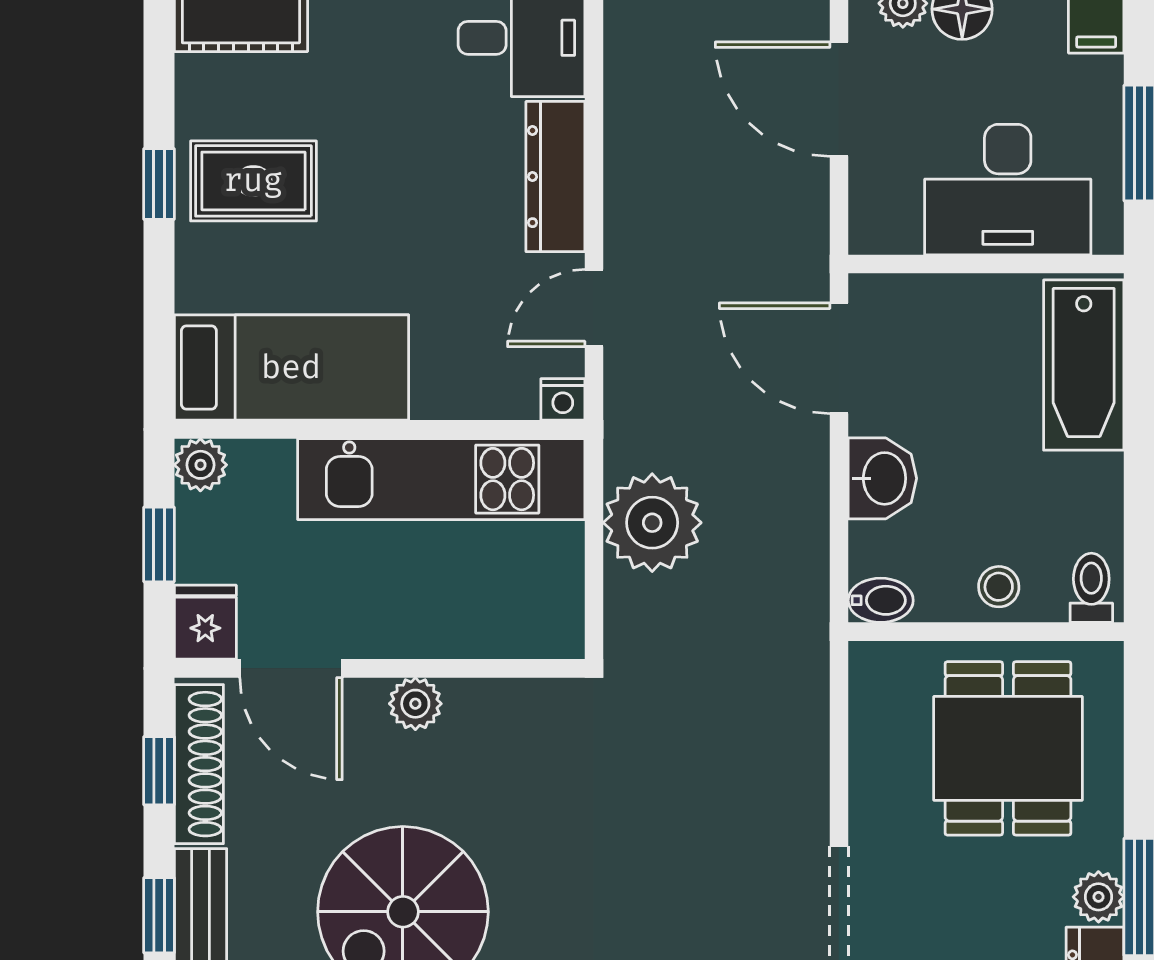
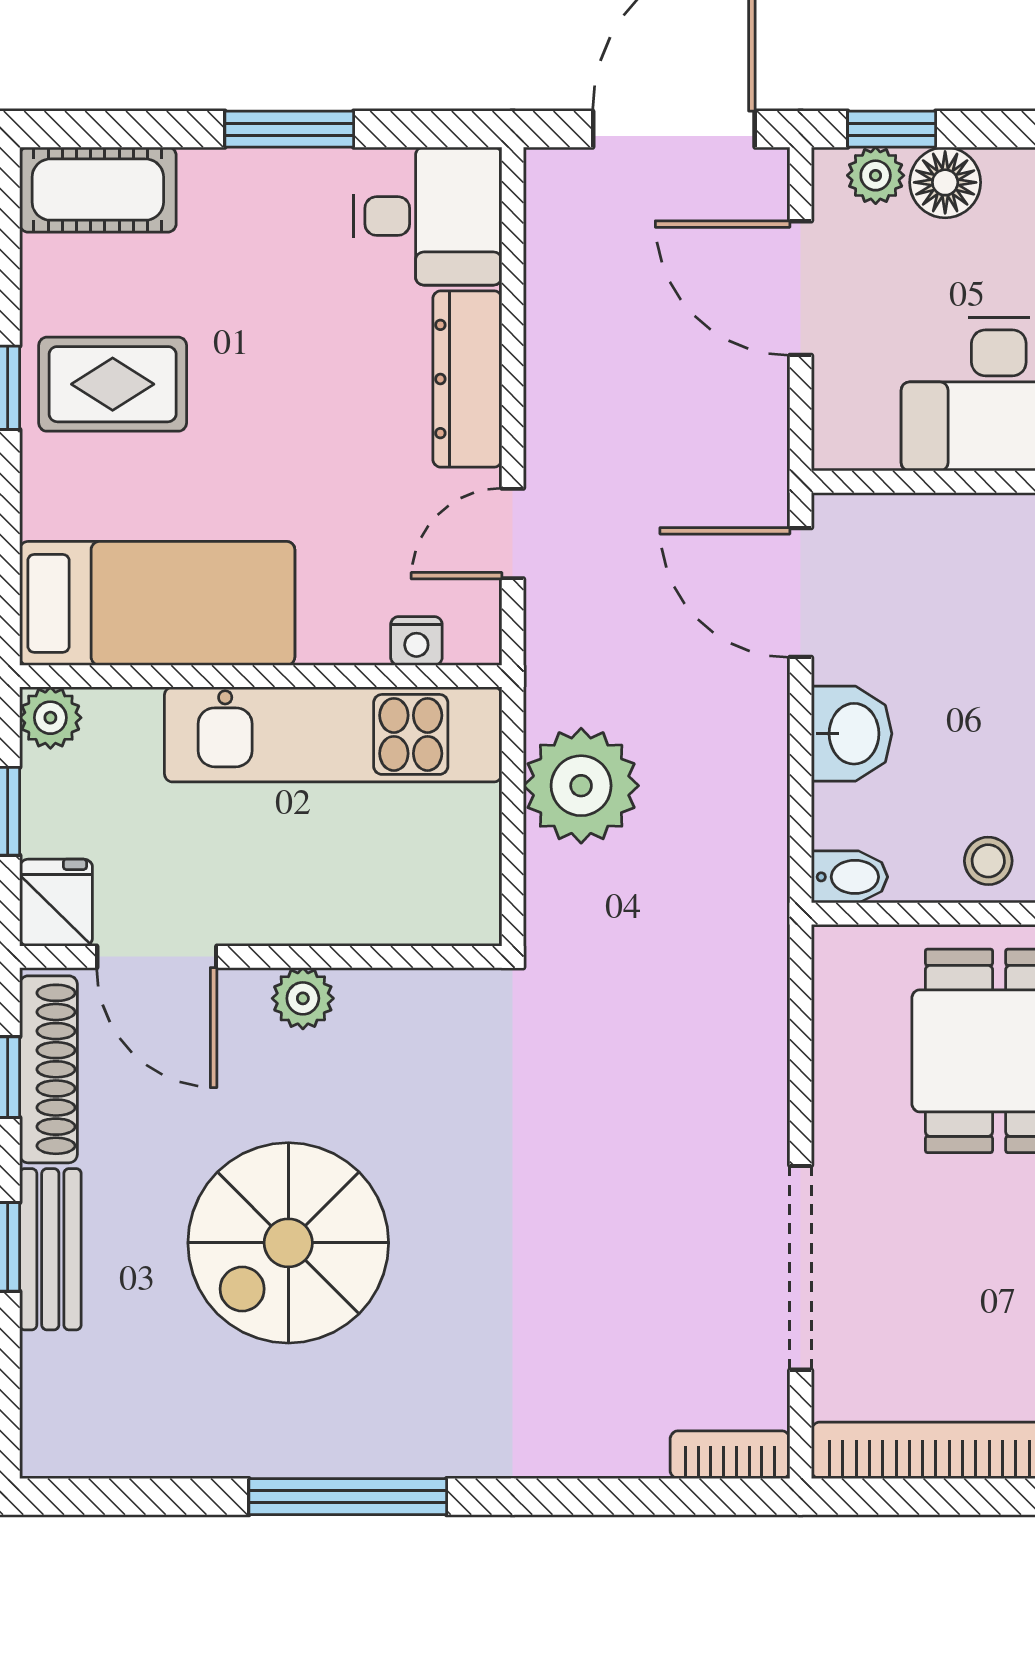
nightstand: (563, 399) -> (416, 641), moved

